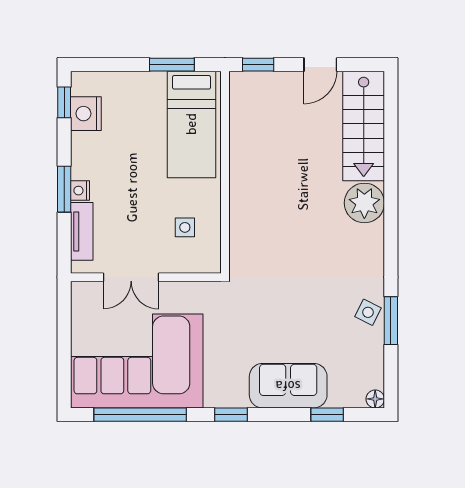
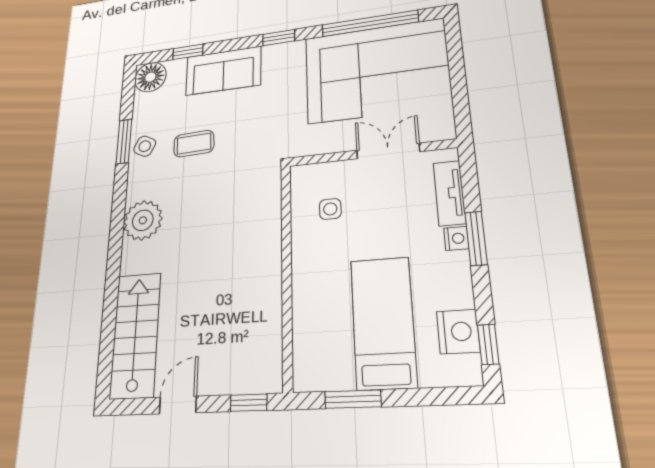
bed: (191, 124) -> (383, 322), moved
plant: (364, 203) -> (143, 220), moved
coffee table: (316, 308) -> (194, 144), added
floor lamp: (375, 399) -> (150, 77), width x1.89, depth x1.89

